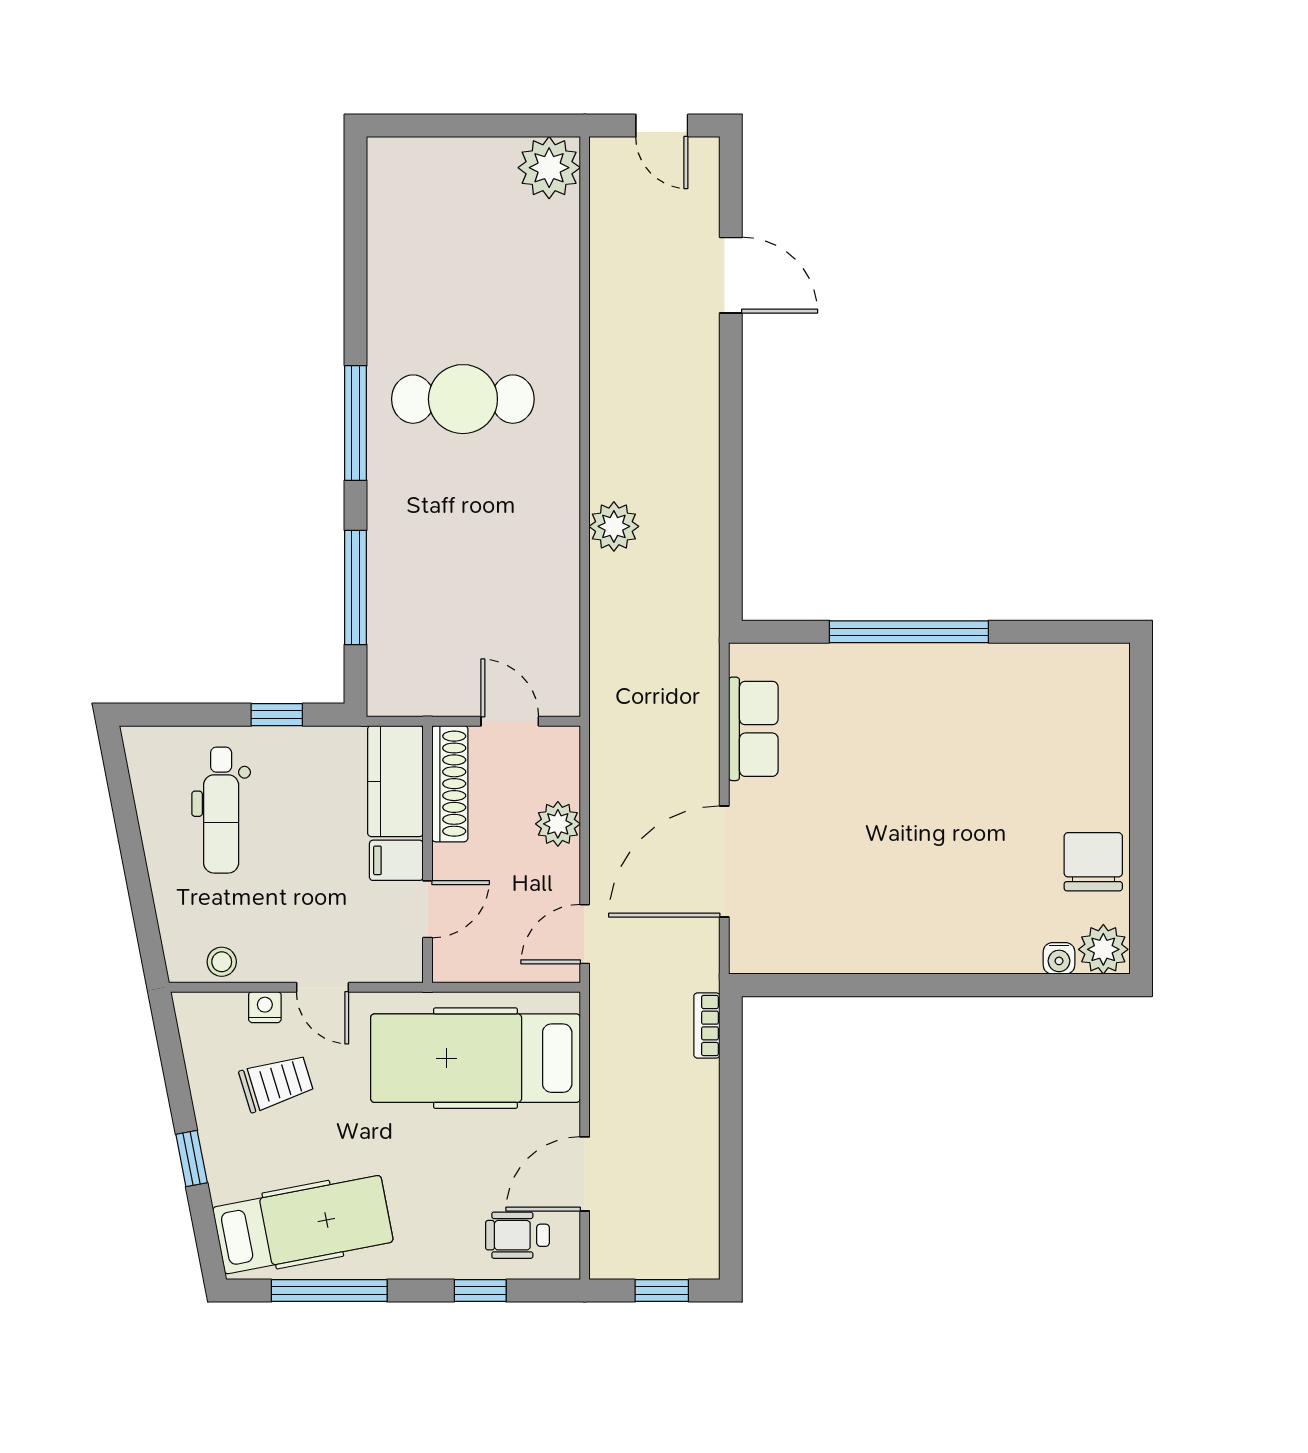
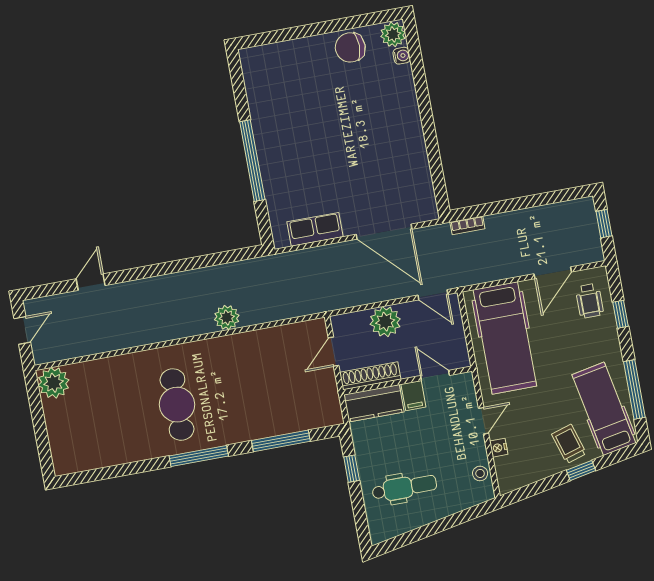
door: (731, 275) -> (91, 282), width x0.73
plant: (558, 824) -> (385, 322), width x1.36, depth x1.36
trolley: (276, 1083) -> (569, 444), moved
door: (585, 1174) -> (553, 273), hinge flipped

